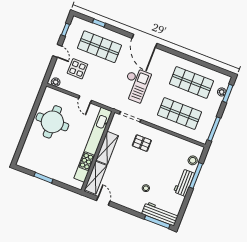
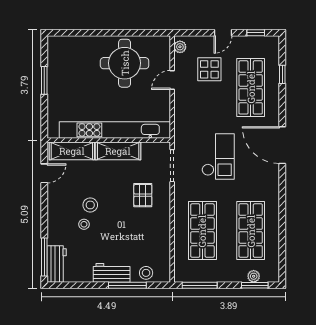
door: (144, 41) -> (282, 145), hinge flipped
checkout: (136, 85) -> (218, 156), turned -90
door: (85, 99) -> (172, 80), moved
stool: (135, 179) -> (90, 205), added
workbench: (160, 214) -> (57, 264), width x0.73

